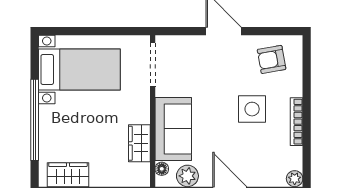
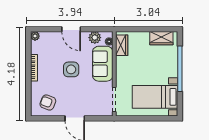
armchair: (272, 59) -> (48, 102), turned -149
side table: (252, 109) -> (71, 69), moved
wardrobe: (139, 143) -> (122, 45), moved

